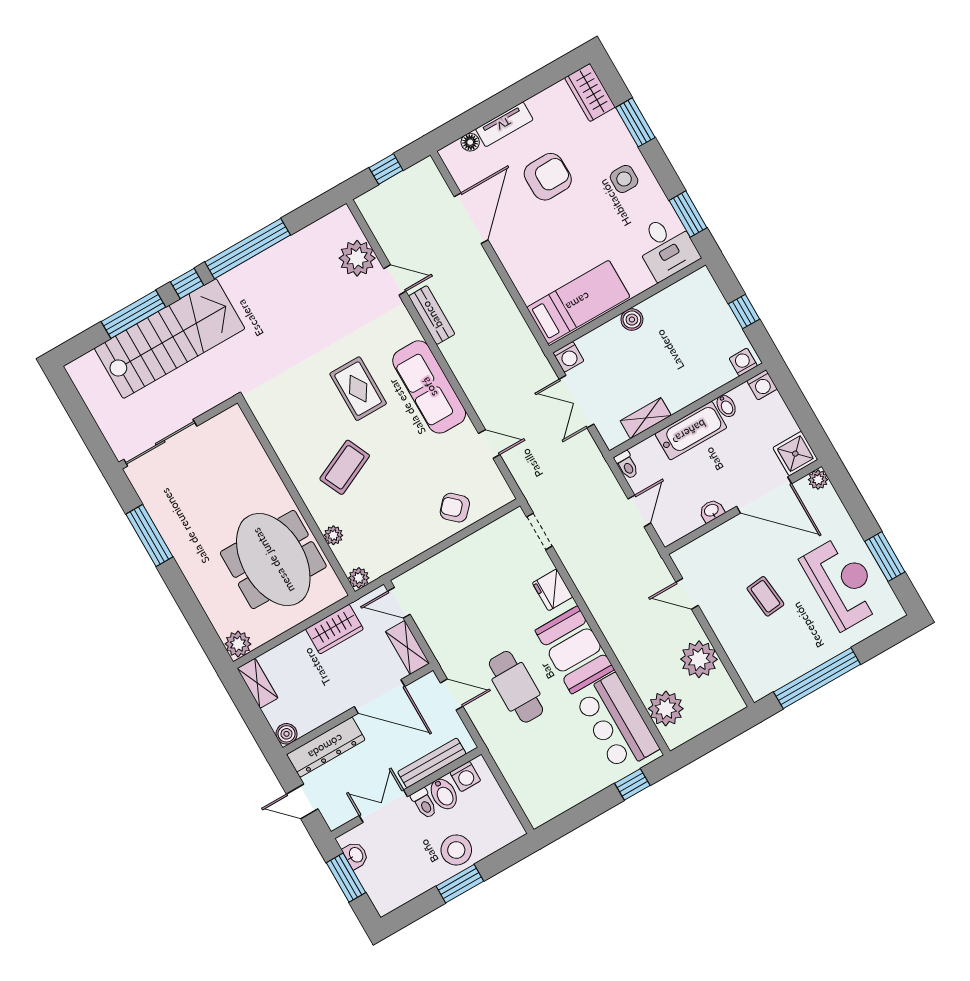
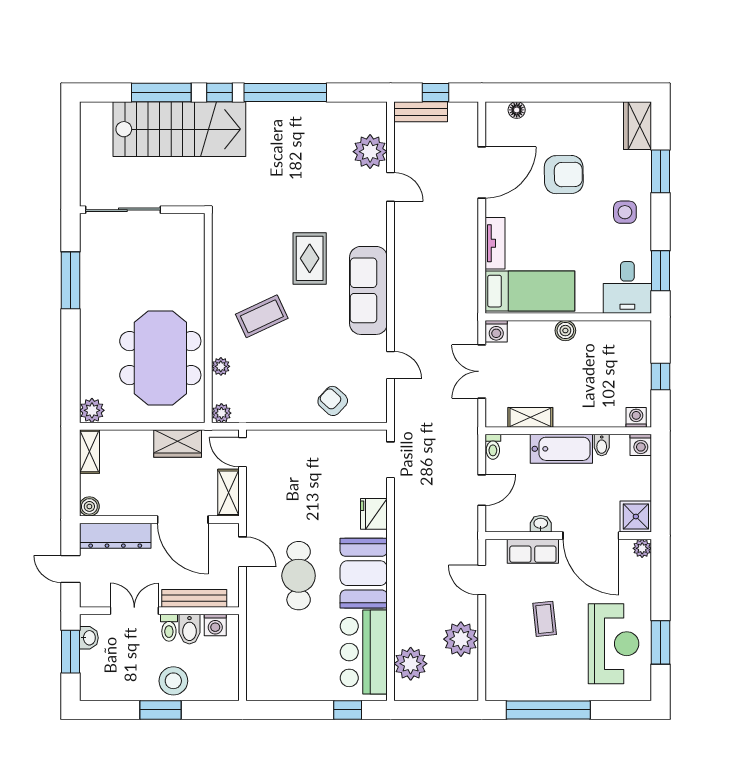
tv unit: (504, 124) -> (495, 243), moved, turned -90
bench: (432, 315) -> (421, 112), moved, turned 90
row of seats: (719, 540) -> (533, 551), added

